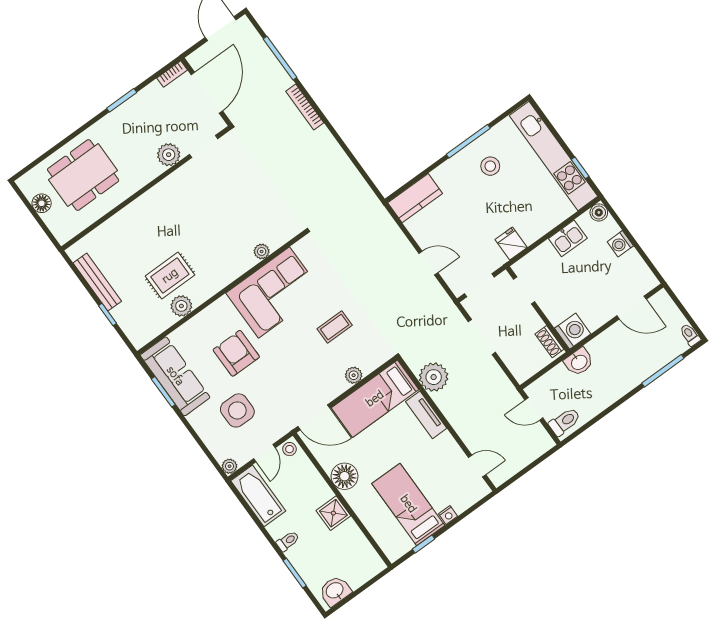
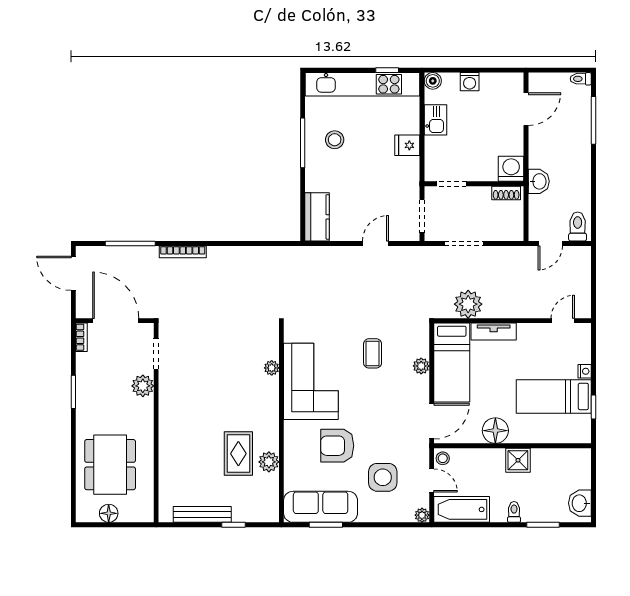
fridge: (511, 243) -> (407, 145), moved

